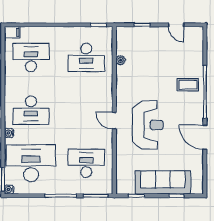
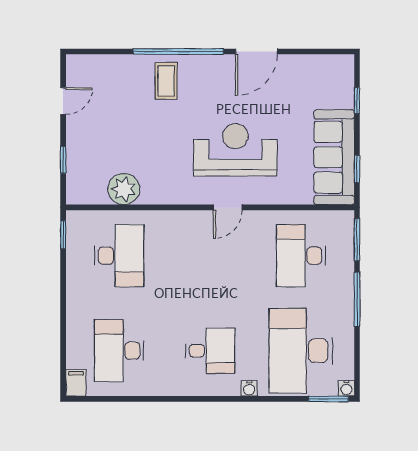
plant: (121, 60) -> (124, 189), width x1.87, depth x1.87
desk: (31, 110) -> (210, 351), width x0.73
sofa: (163, 182) -> (334, 157), moved

